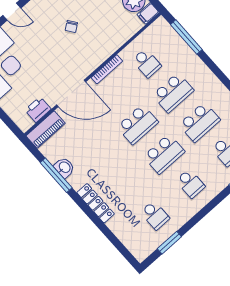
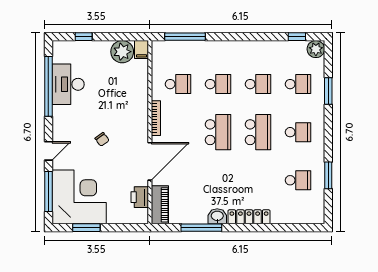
chair: (71, 27) -> (102, 139), moved
school desk: (173, 93) -> (218, 84), width x0.54
school desk: (199, 122) -> (258, 84), width x0.54
washbasin: (64, 167) -> (217, 216), moved
window: (169, 243) -> (328, 175), moved

